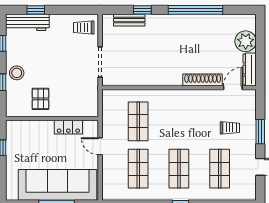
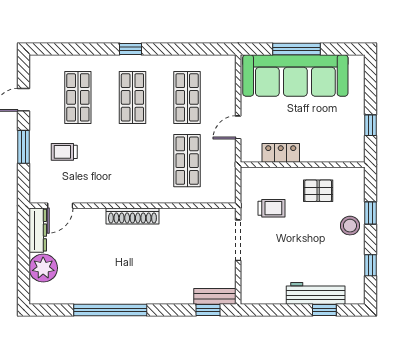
window: (142, 10) -> (208, 310), moved
bench: (129, 20) -> (215, 296), moved
workbench: (27, 22) -> (316, 293), moved
trolley: (84, 28) -> (271, 208), moved
shoe rack: (203, 80) -> (132, 216), moved
pallet: (40, 99) -> (318, 191), turned 90
door: (100, 146) -> (238, 127), swing flipped

